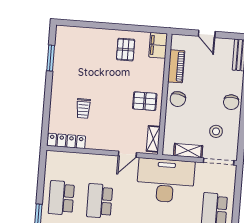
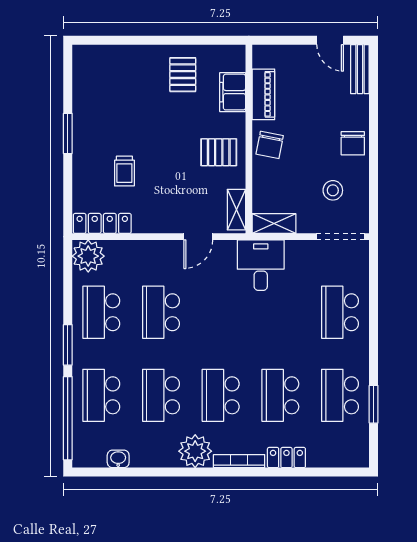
door: (207, 34) -> (330, 40), moved
filing cabinet: (158, 45) -> (233, 92), moved
window: (51, 58) -> (68, 133), moved
shelving: (188, 151) -> (274, 224), moved
plant: (56, 161) -> (88, 256), added
desk: (166, 181) -> (261, 265), width x0.53, depth x0.77

